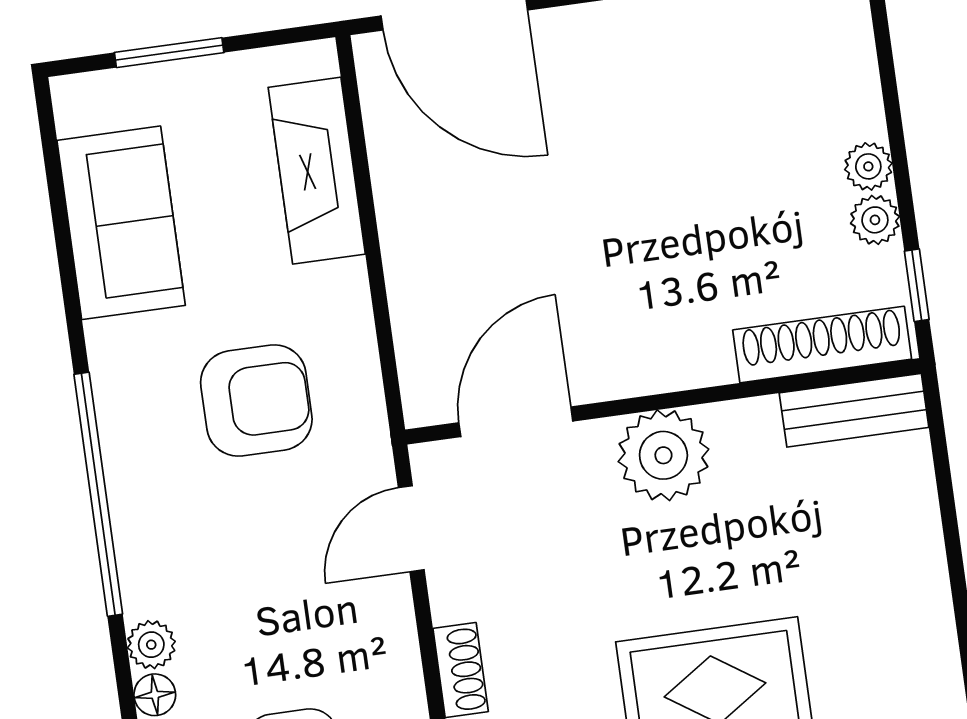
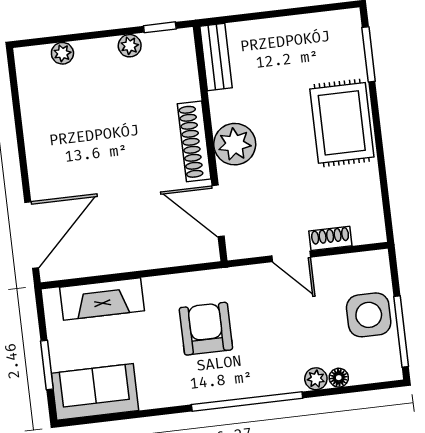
plant: (868, 166) -> (62, 53), moved
sofa: (121, 223) -> (95, 392), moved
shoe rack: (822, 345) -> (194, 141), moved
door: (411, 529) -> (291, 256), moved

